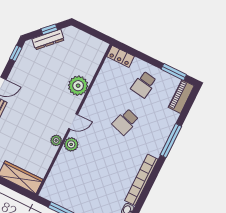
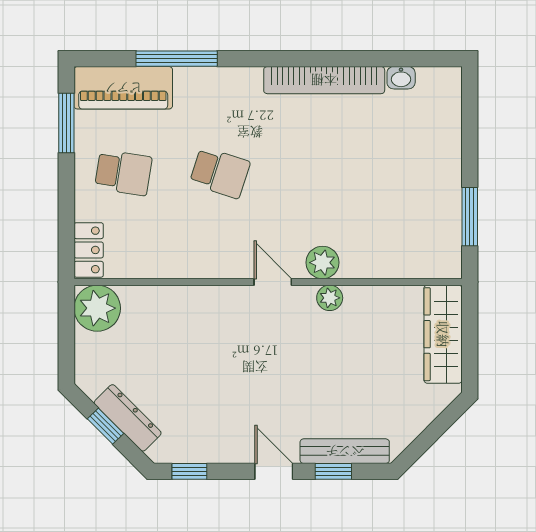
plant: (78, 86) -> (97, 308), moved
piano: (181, 97) -> (123, 88), width x1.37, depth x1.33
window: (171, 141) -> (177, 59), moved

